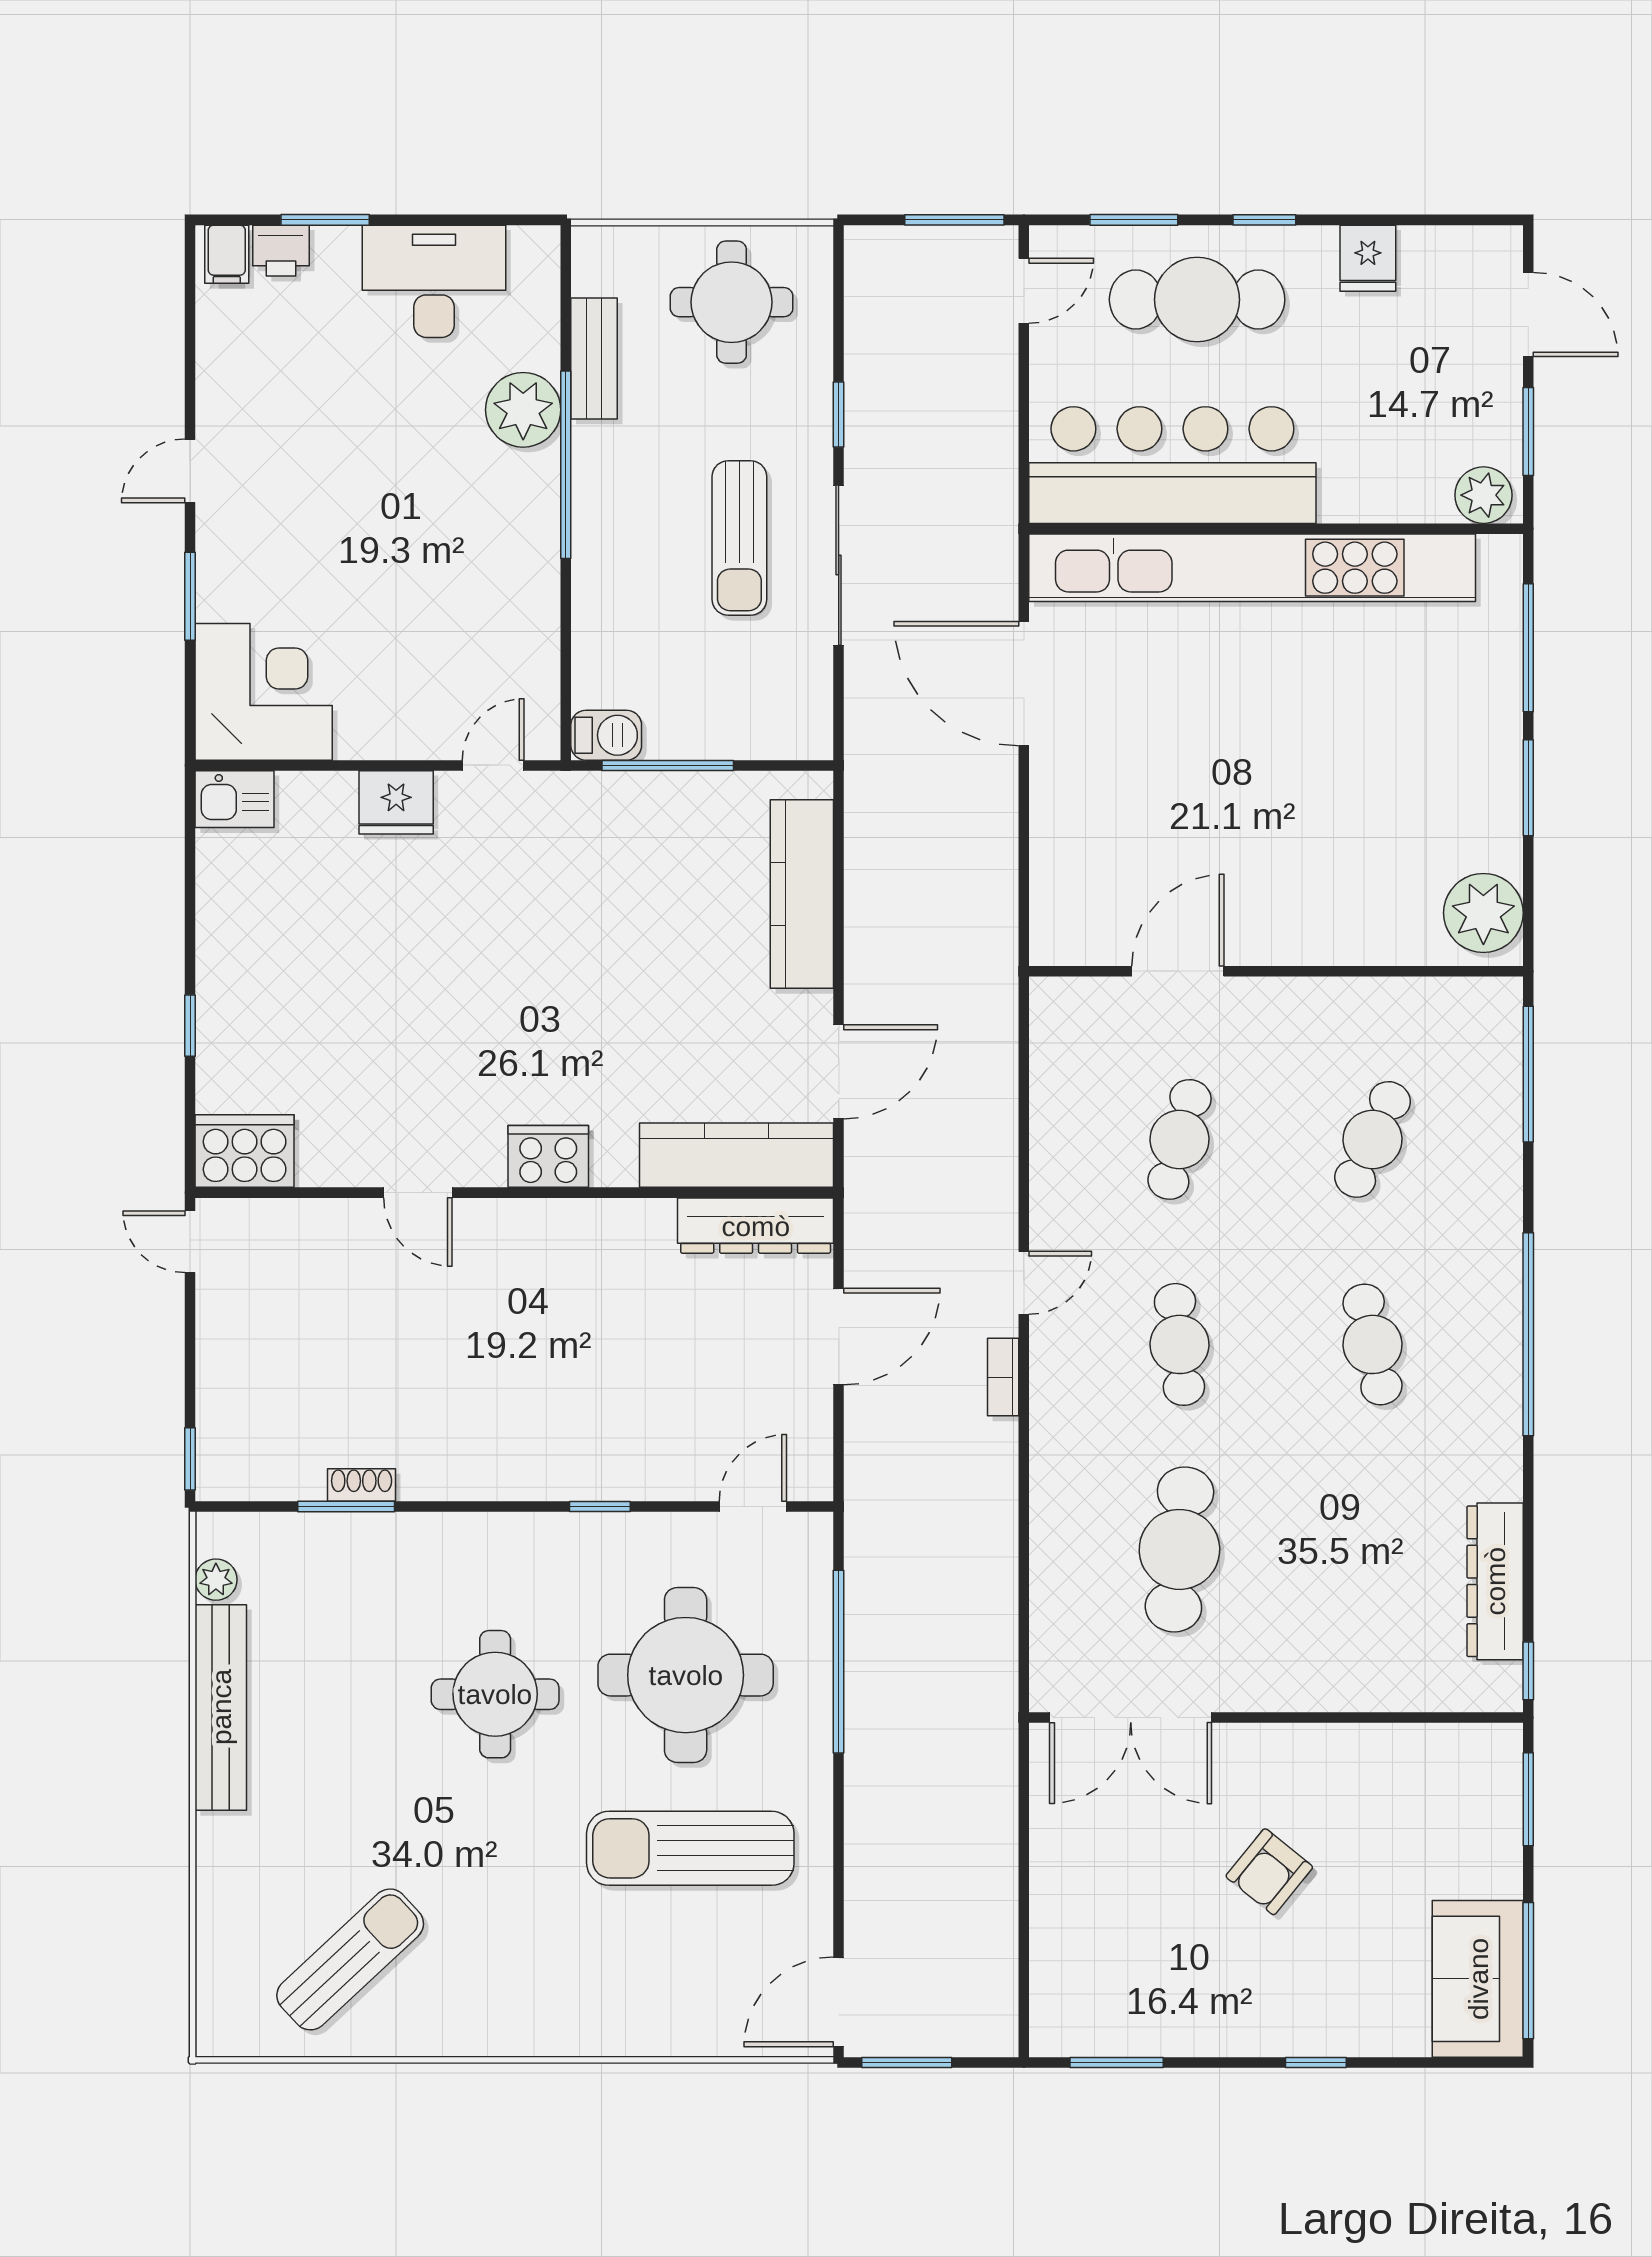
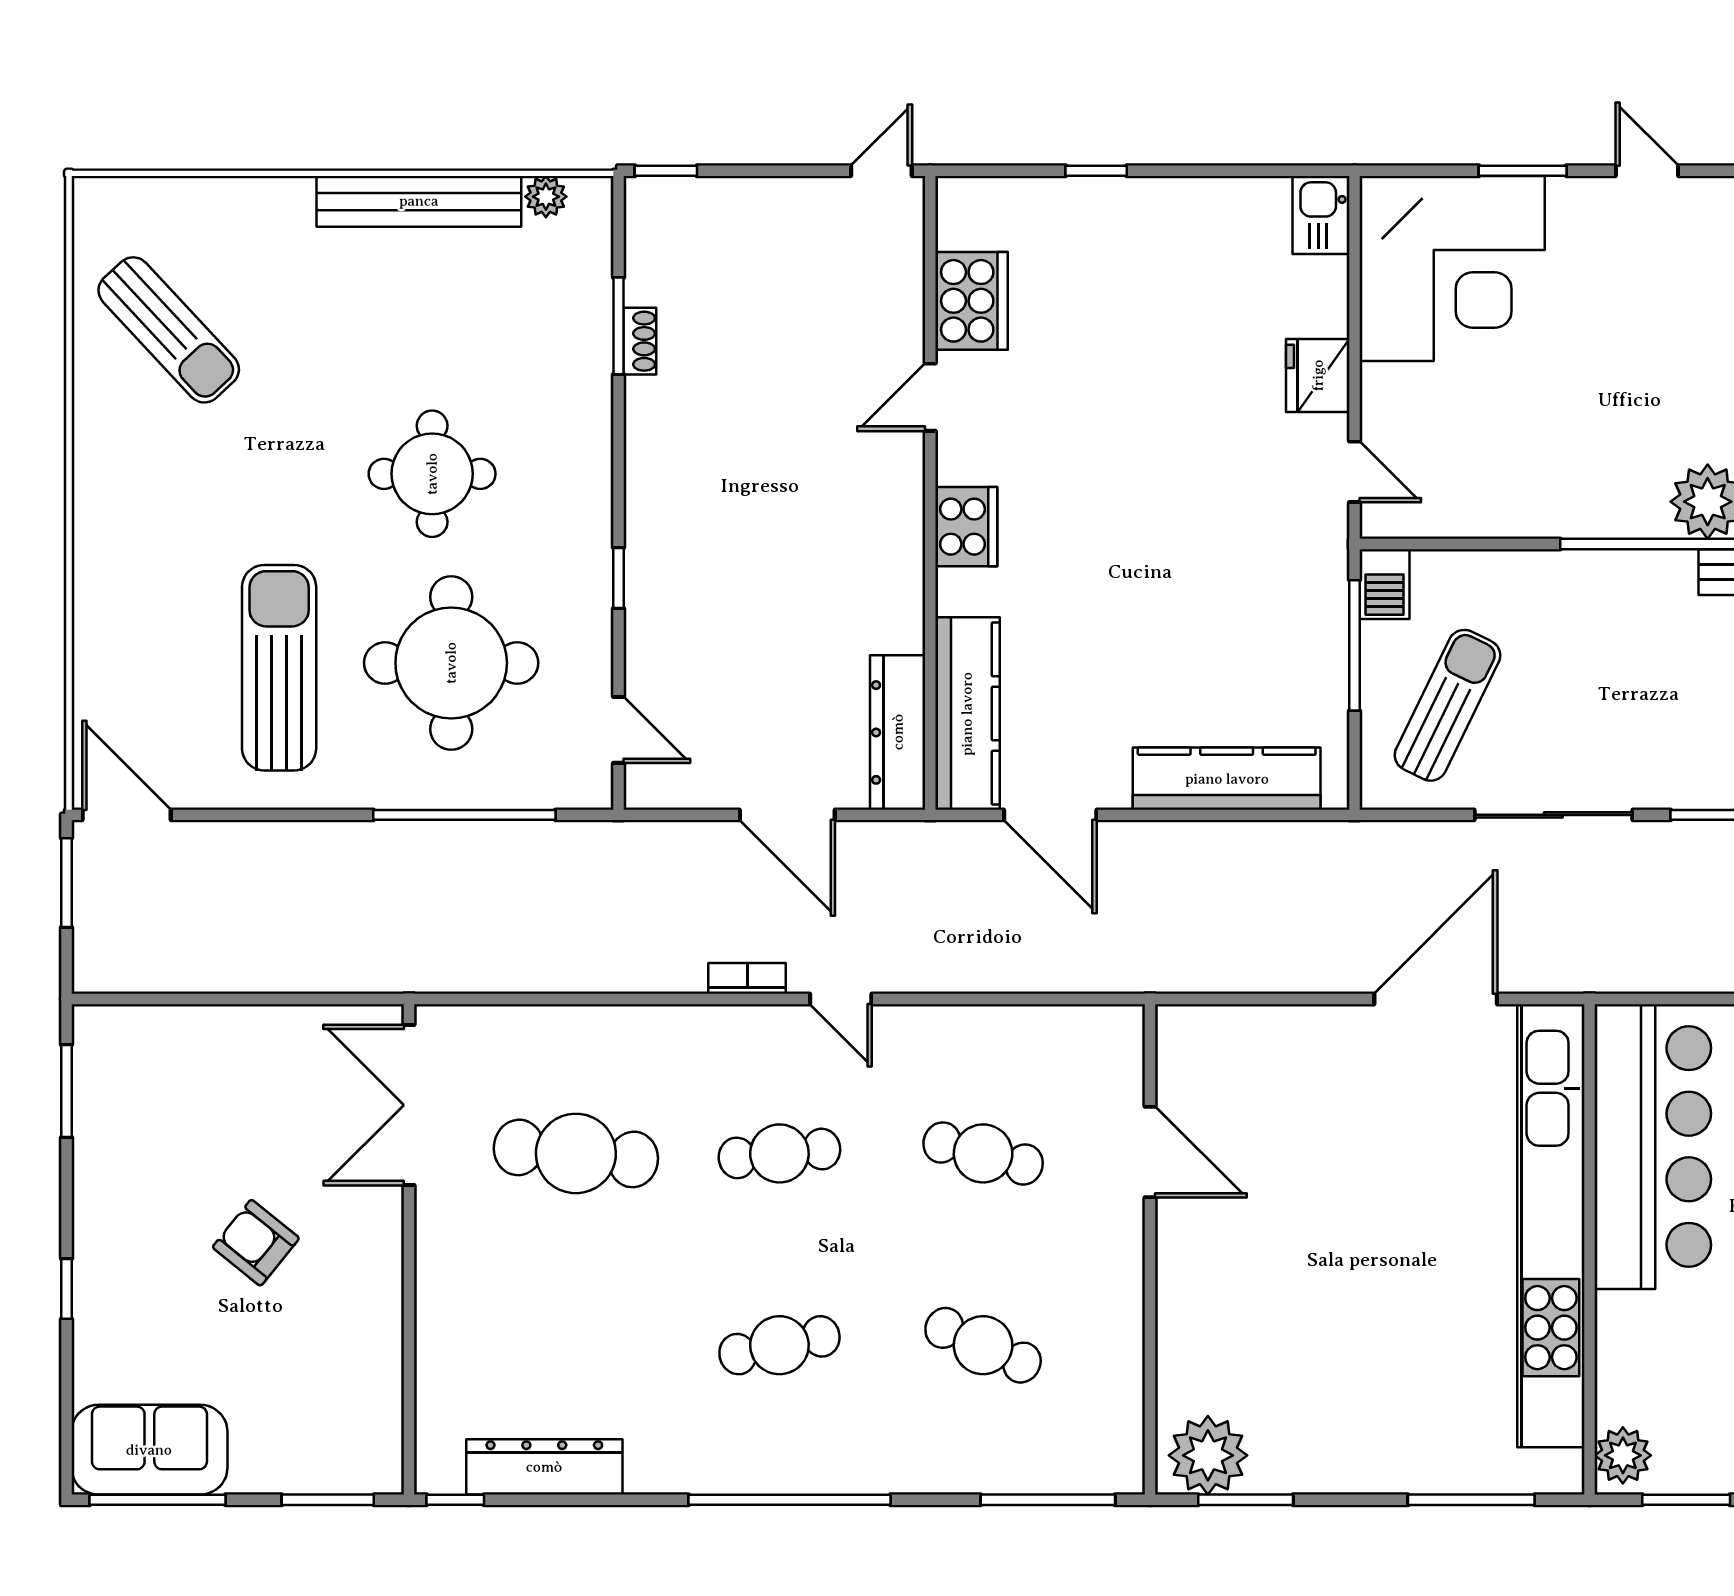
sun lounger: (739, 538) -> (1447, 705), moved, turned 116
corner desk: (264, 692) -> (1452, 269), width x1.36, depth x1.36
window: (1528, 788) -> (1246, 1500), moved
cooker: (245, 1151) -> (972, 301), moved

